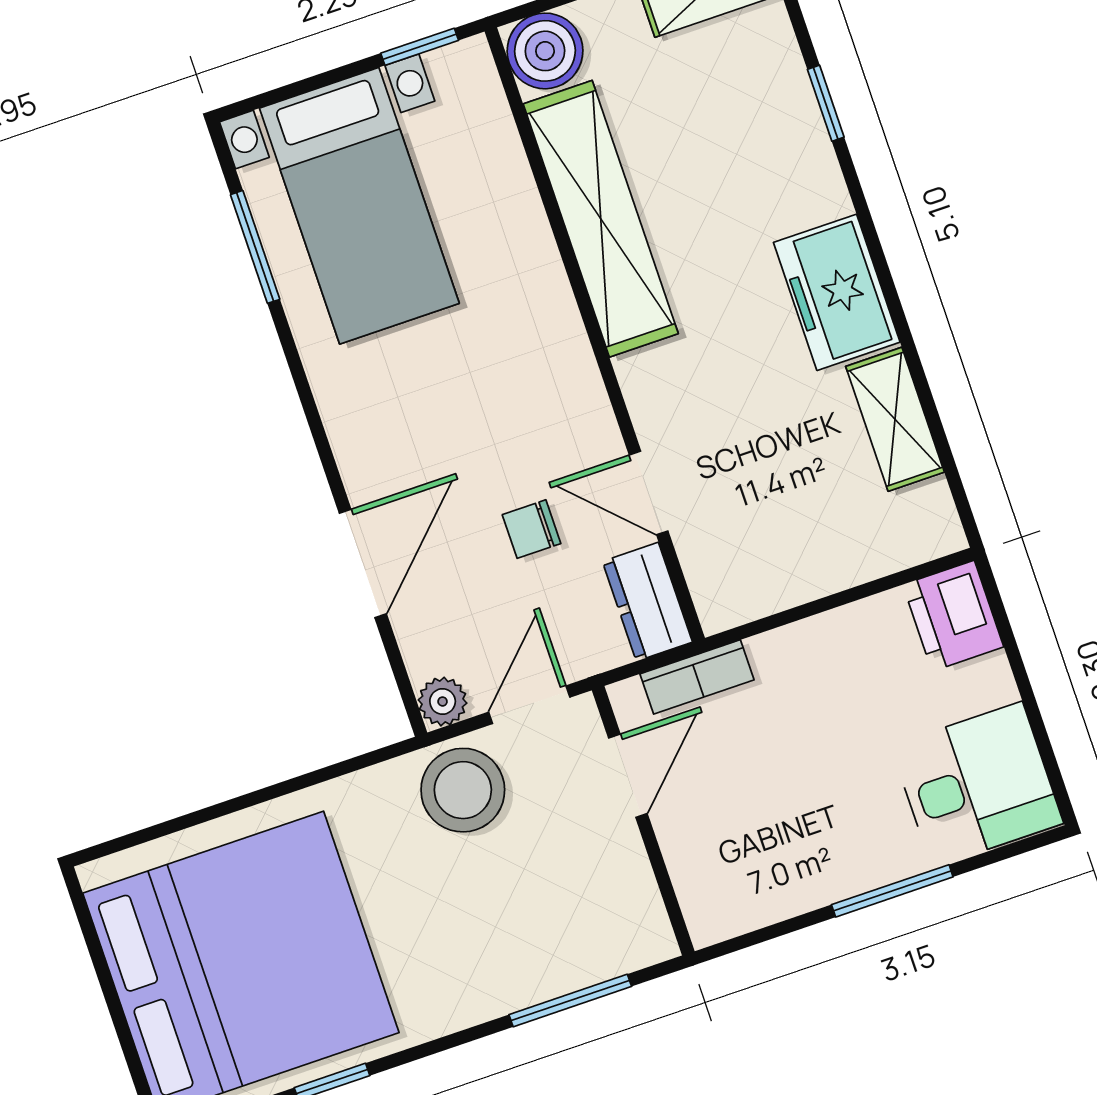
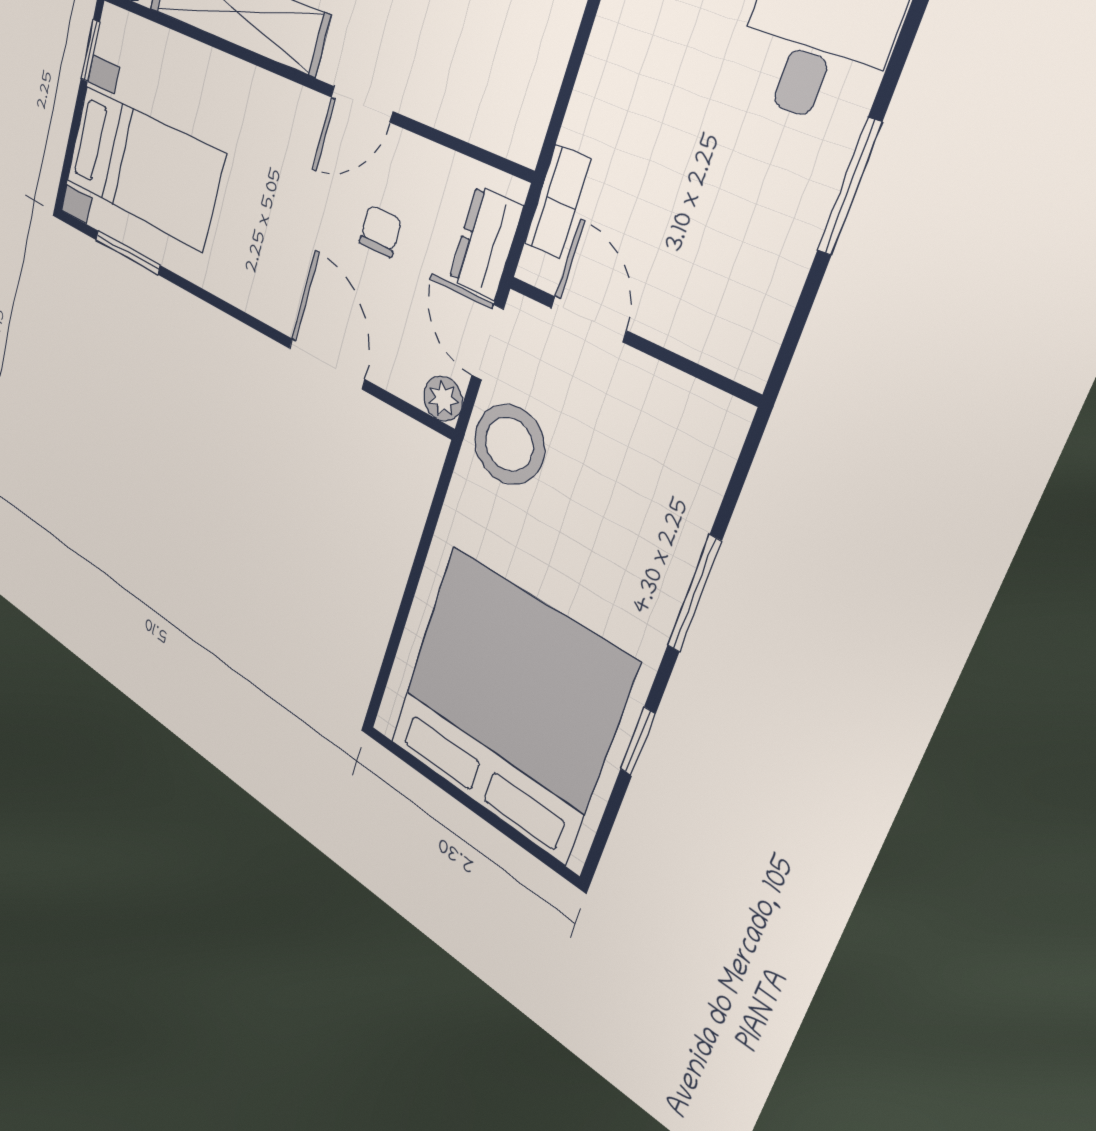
door: (649, 493) -> (362, 104), moved
chair: (532, 529) -> (380, 231), turned 180
dresser: (647, 602) -> (486, 243), moved, turned 90
window: (570, 1000) -> (694, 594), moved

